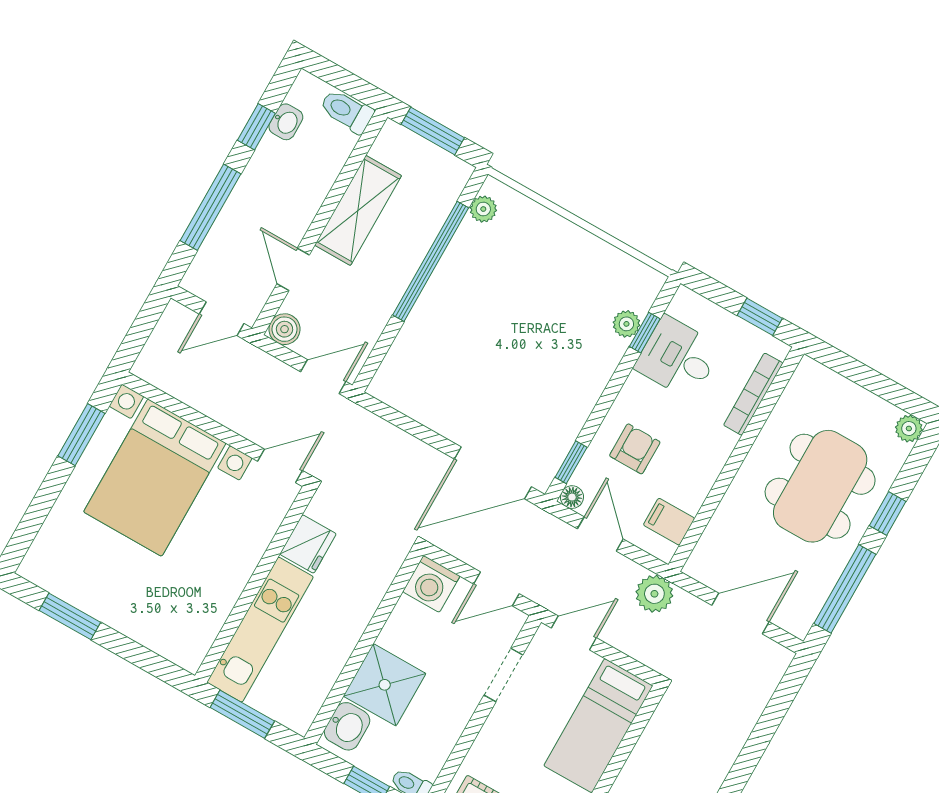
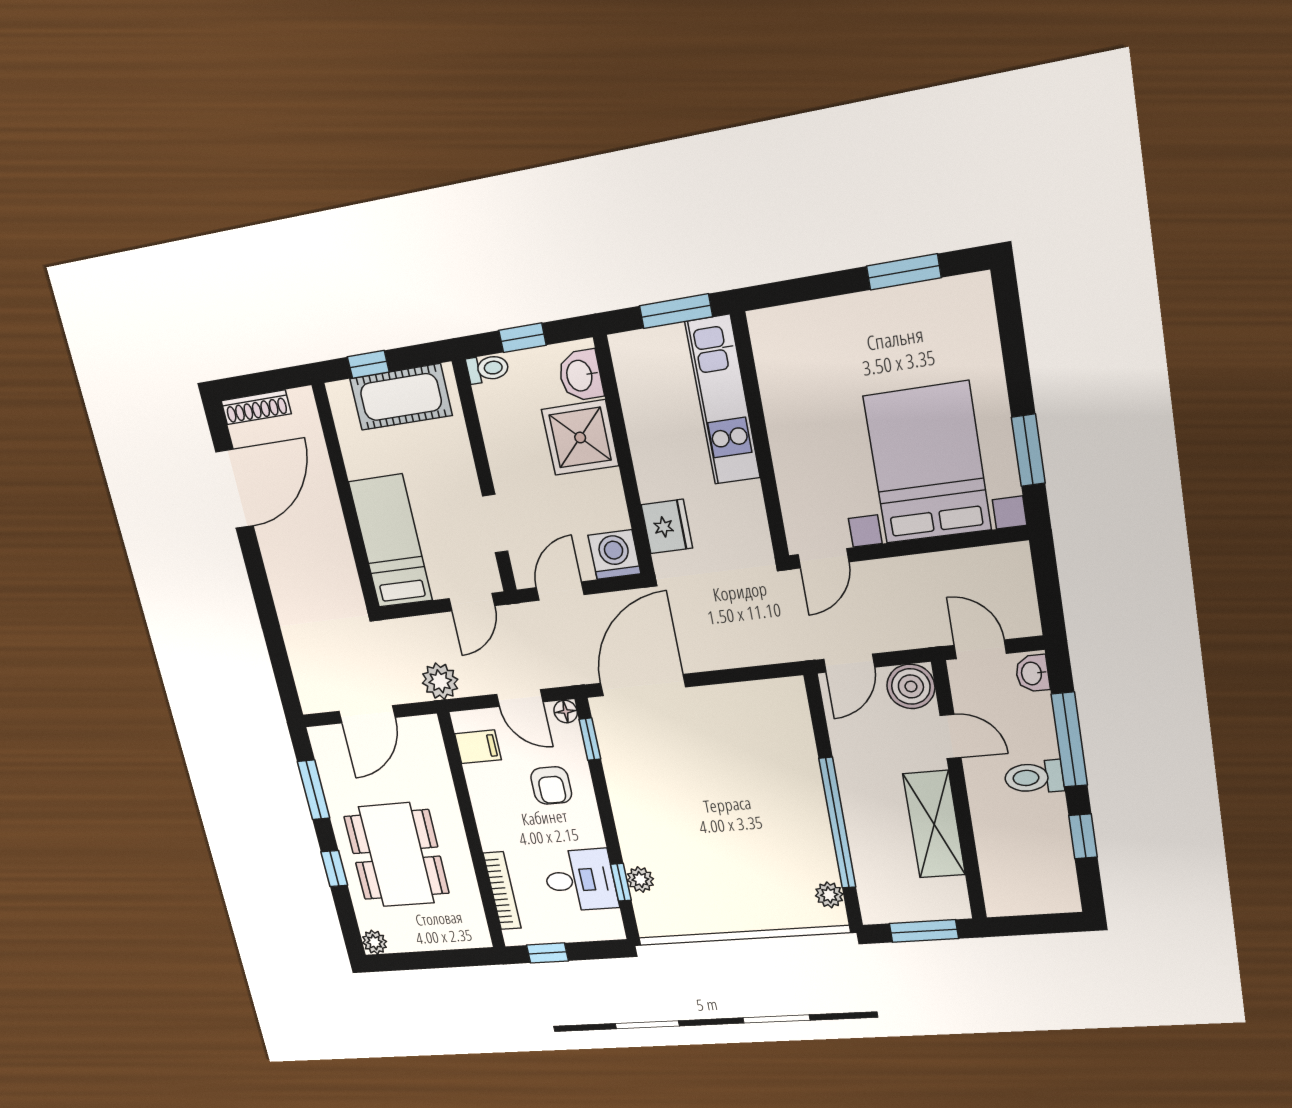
toilet: (347, 111) -> (1034, 777), moved, turned 180
washbasin: (286, 122) -> (1032, 673), moved
door: (222, 319) -> (980, 649), hinge flipped
boiler: (285, 329) -> (911, 686), width x1.36, depth x1.36
fridge: (308, 544) -> (667, 526), moved, turned 180
window: (845, 589) -> (314, 790), width x0.69

